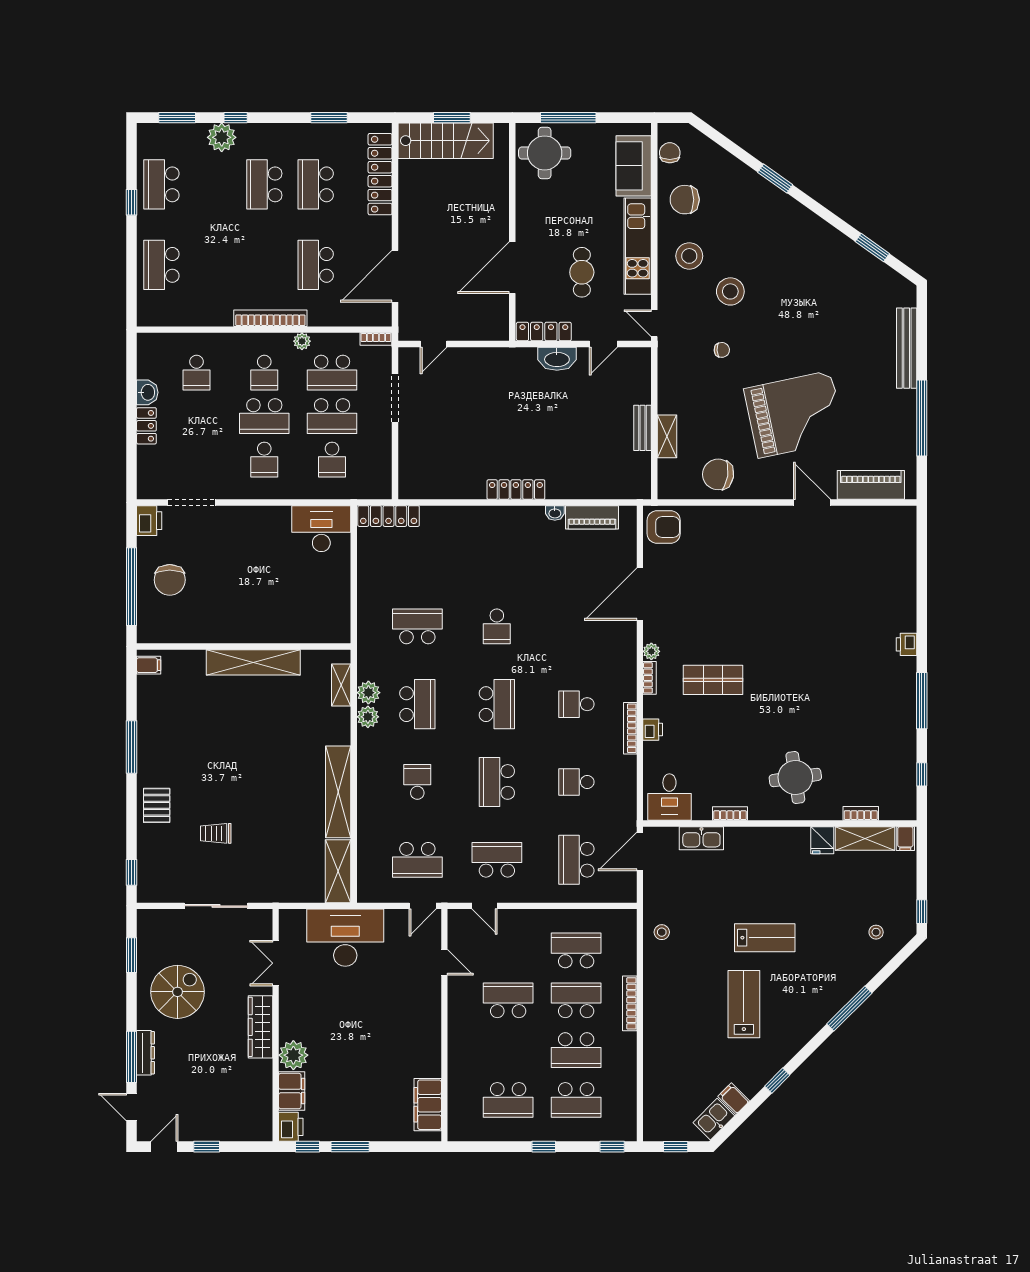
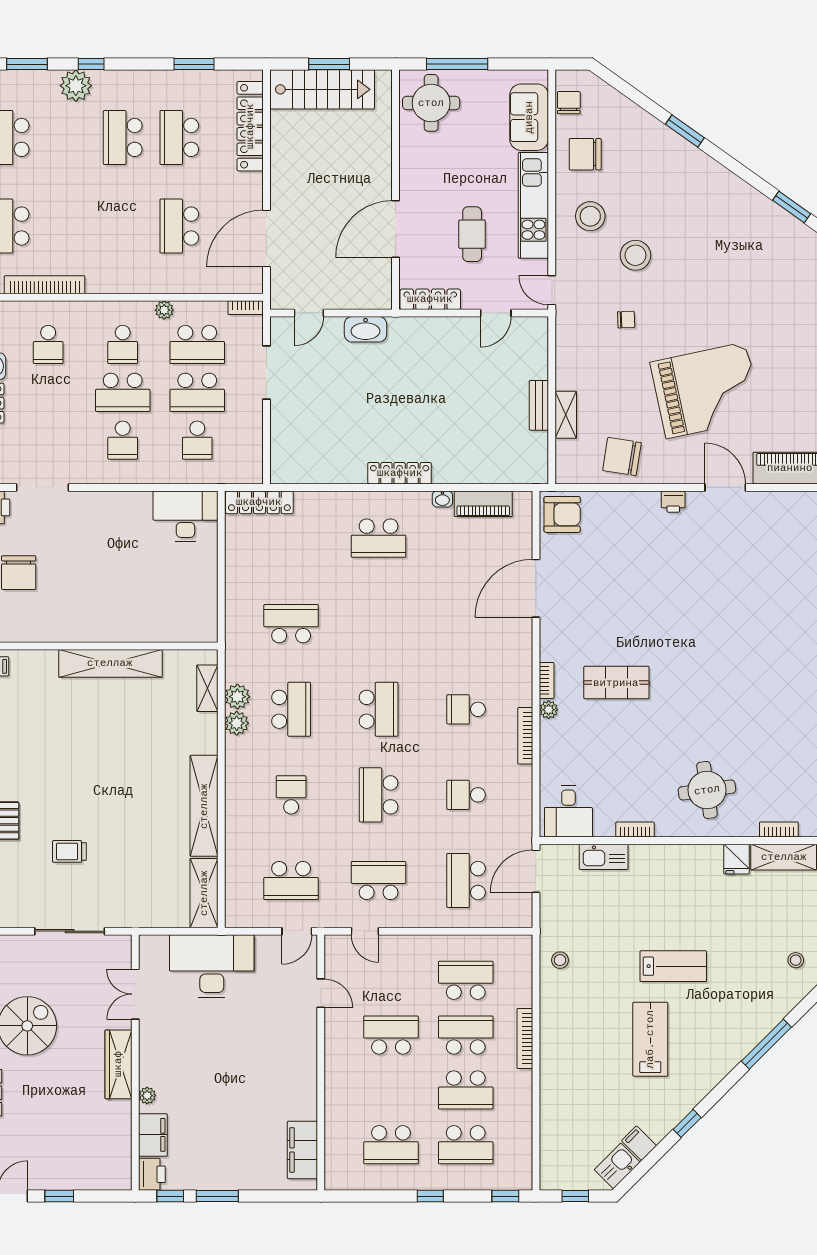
bookcase: (270, 318) -> (45, 285), moved
washbasin: (557, 359) -> (365, 329), moved
school desk: (497, 626) -> (379, 538), moved, width x1.85
plant: (651, 651) -> (549, 710), moved
printer: (653, 730) -> (673, 502), moved, turned 90
plant: (293, 1055) -> (147, 1096), width x0.53, depth x0.53

